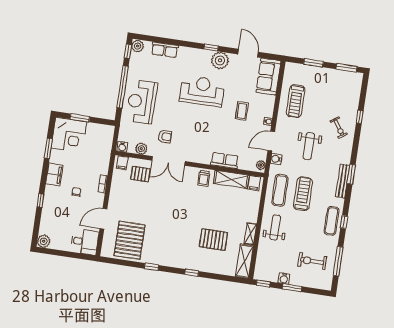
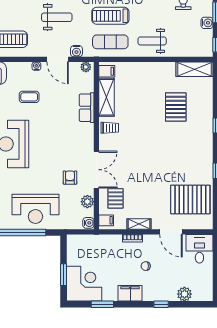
shelving: (250, 234) -> (139, 224), moved
plant: (44, 241) -> (184, 294), moved

